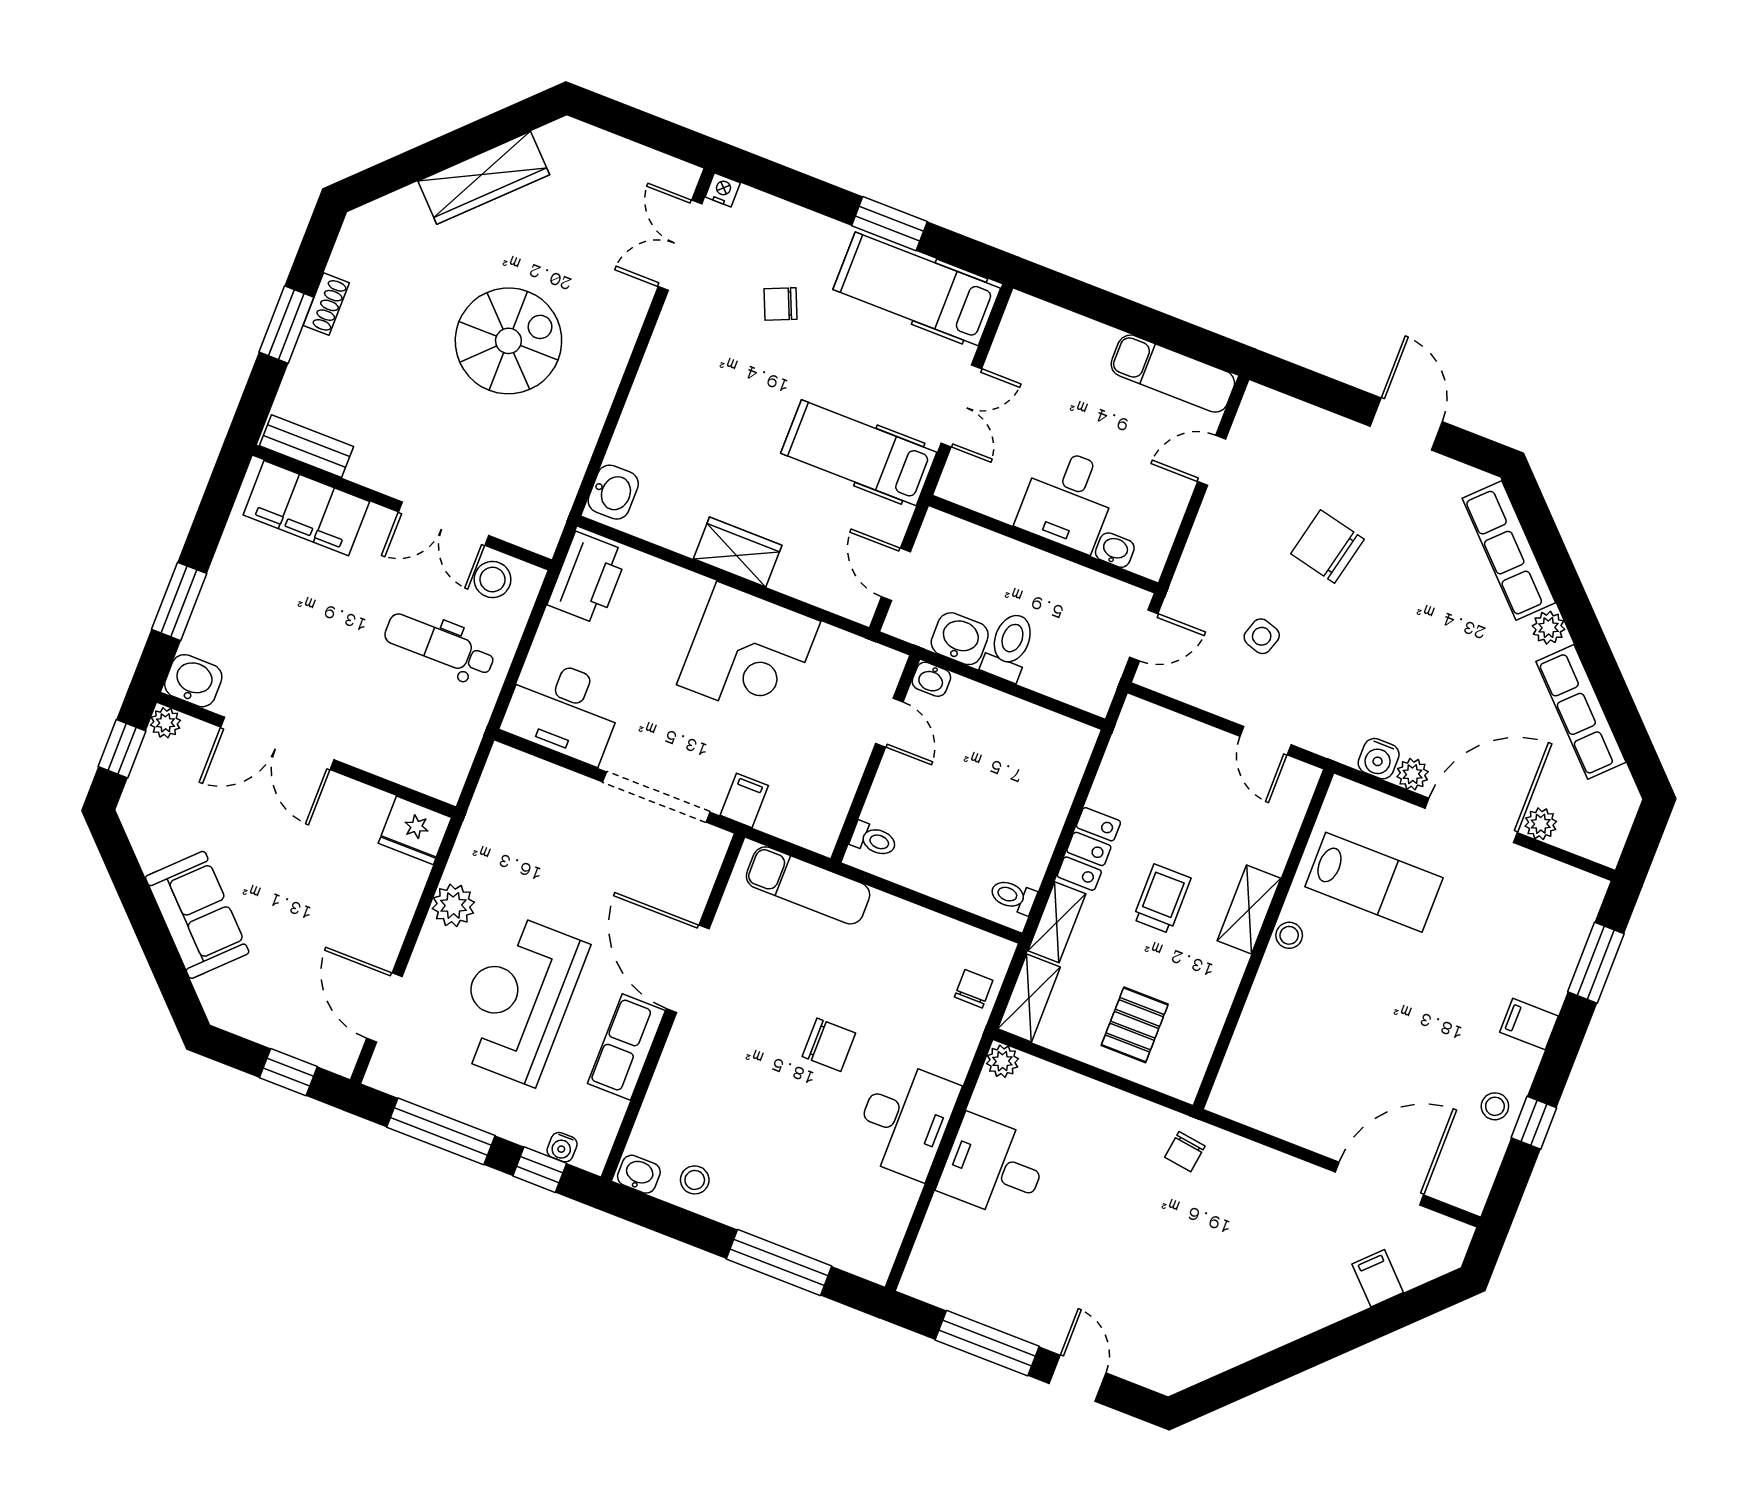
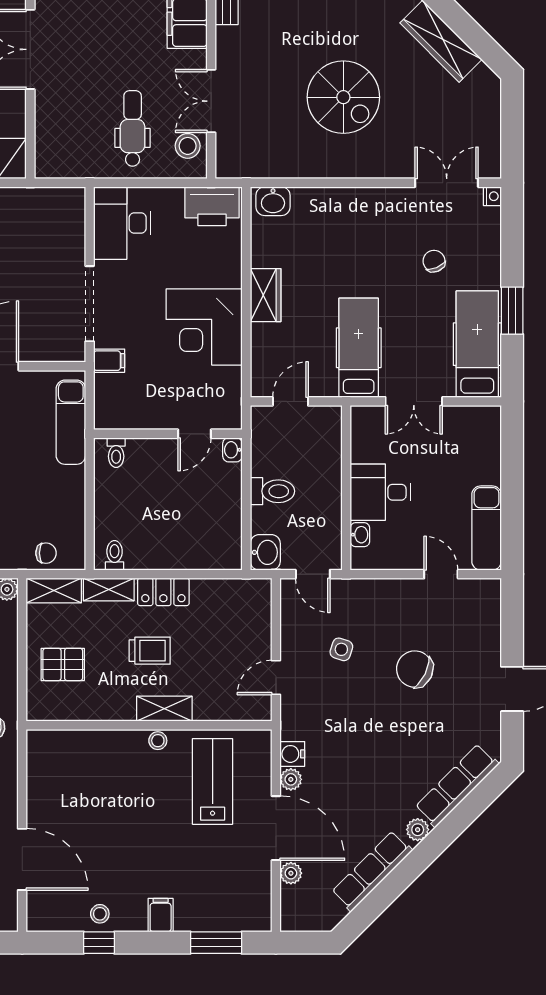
chair: (1327, 546) -> (415, 669), turned -77
washbasin: (960, 639) -> (265, 552), moved
lab bench: (1374, 882) -> (213, 781), turned 180

